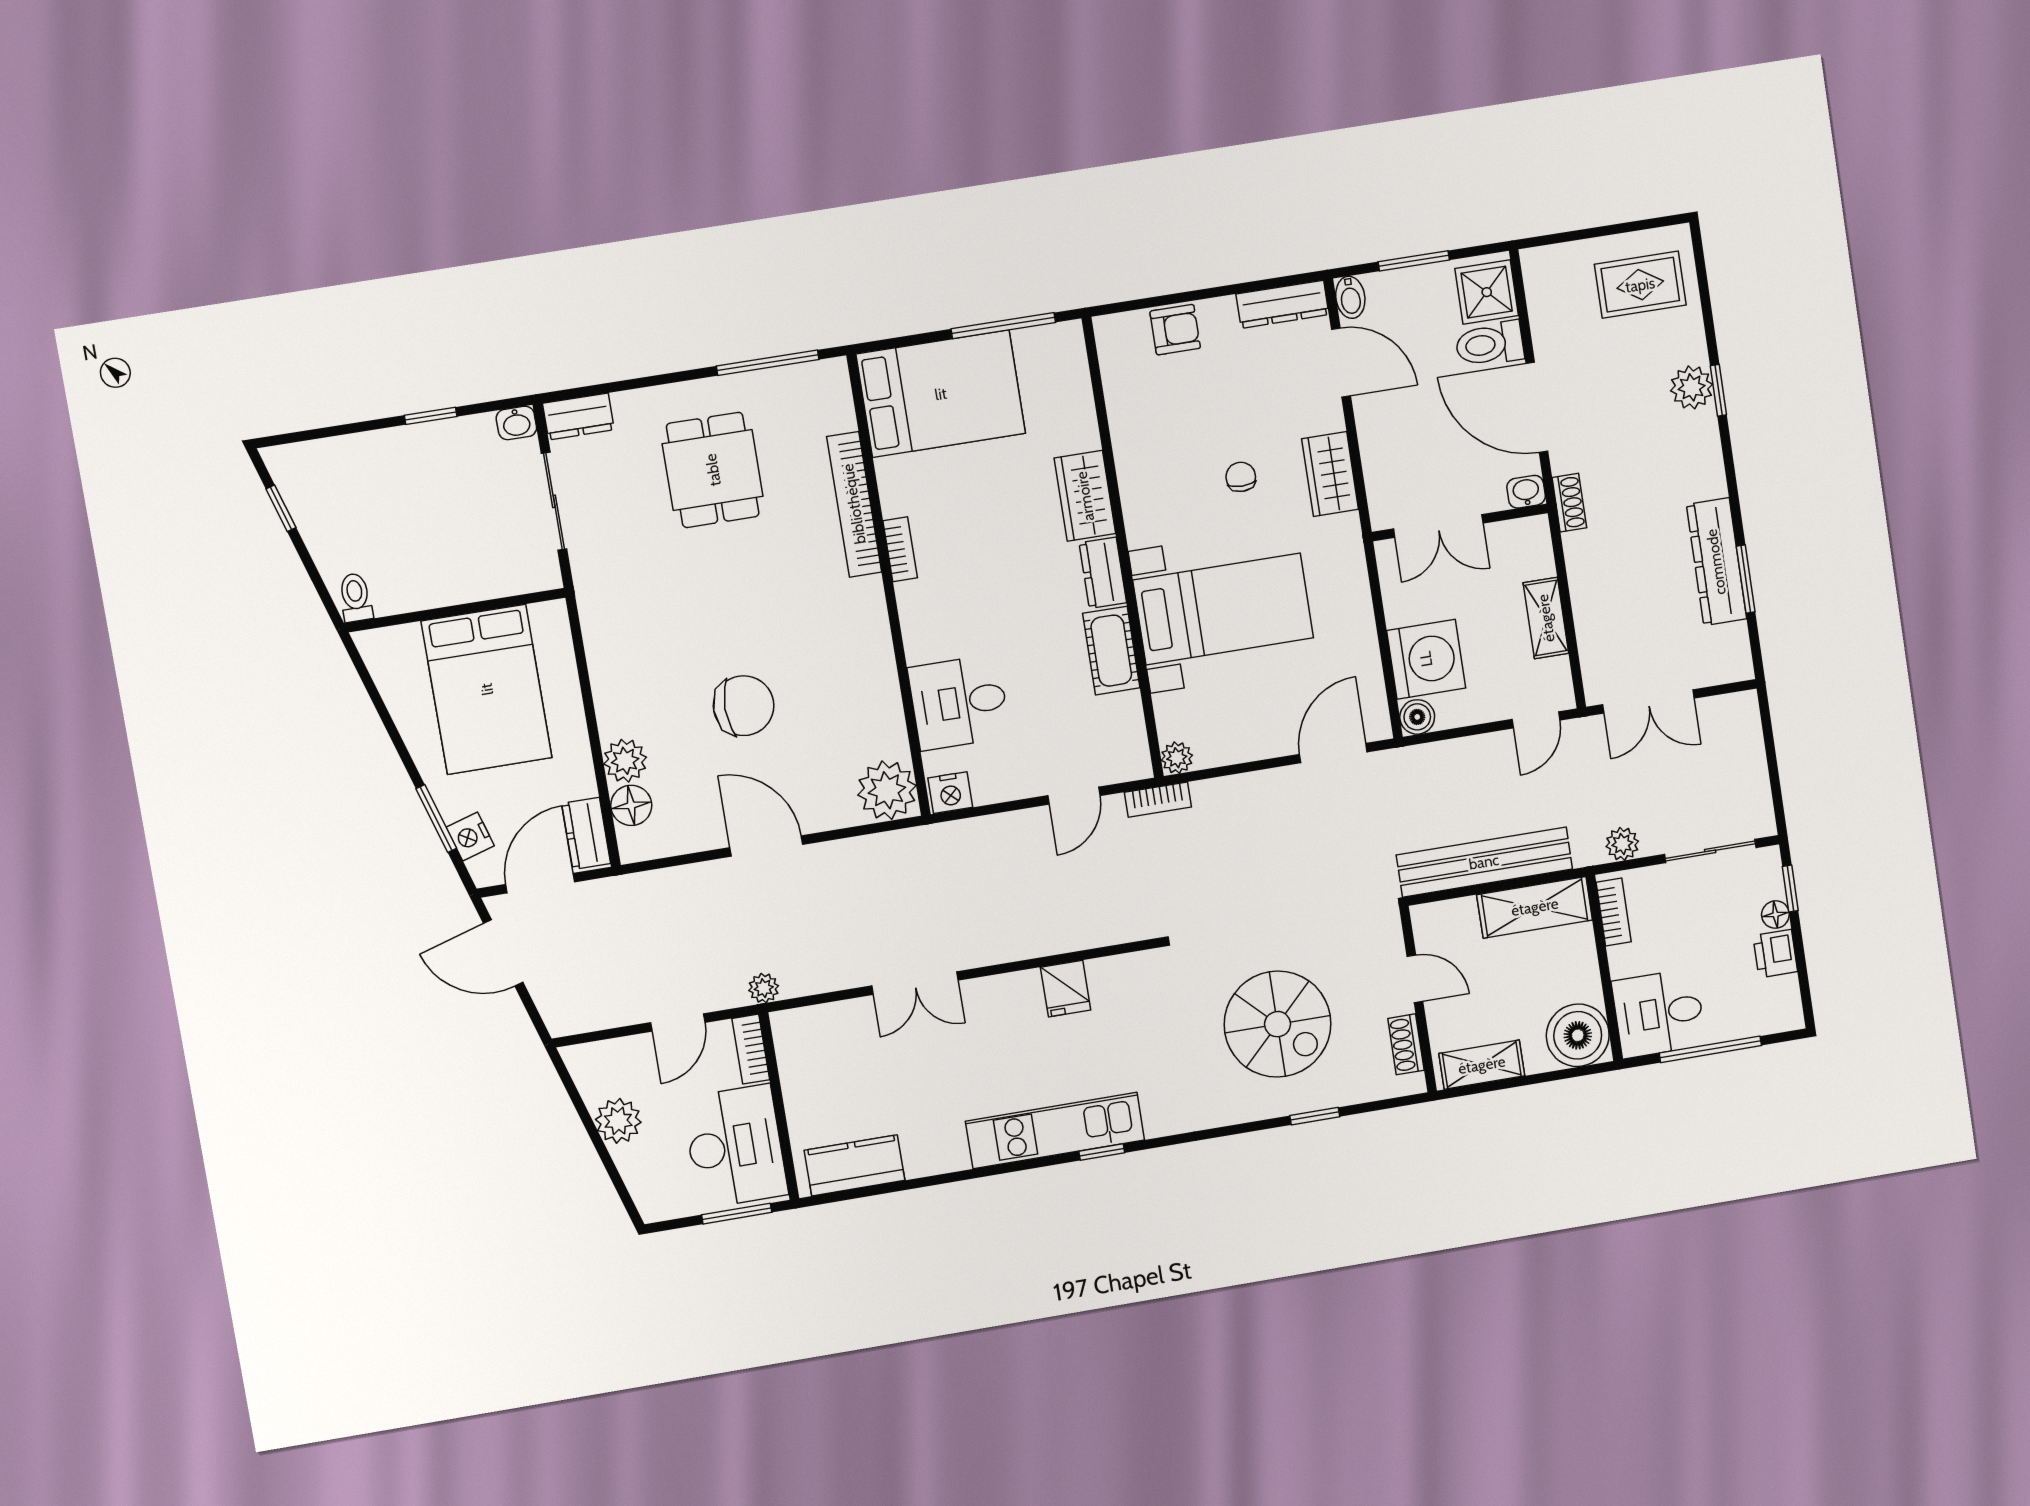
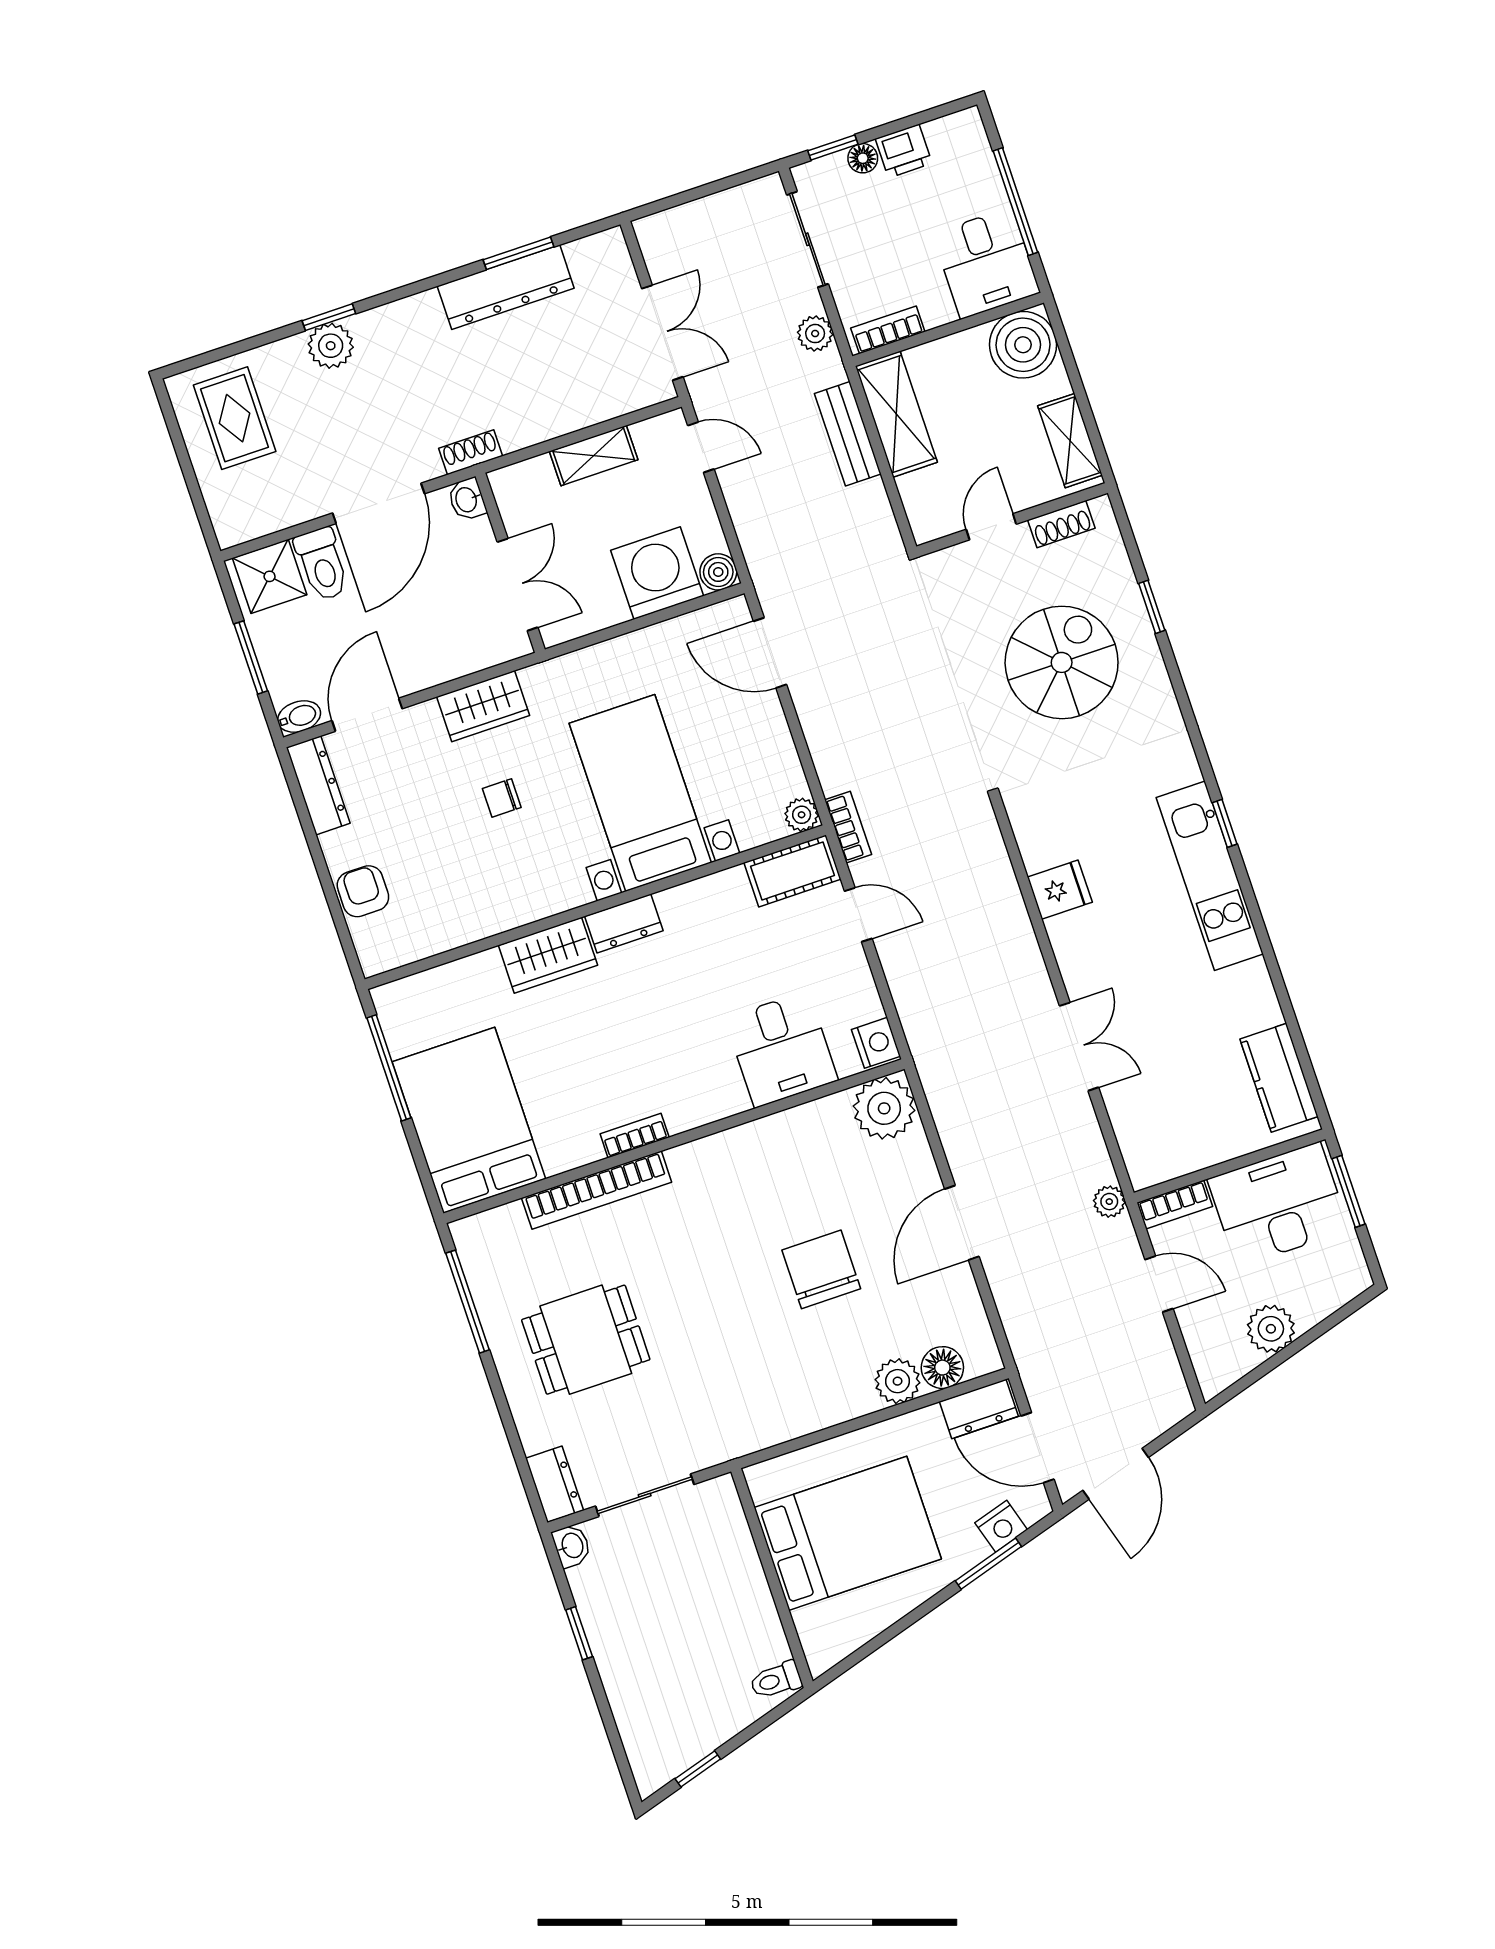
cot: (1111, 651) -> (792, 871), moved
bench: (1484, 862) -> (848, 434), width x0.54, depth x0.82

